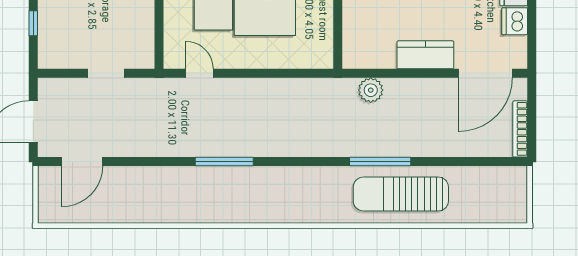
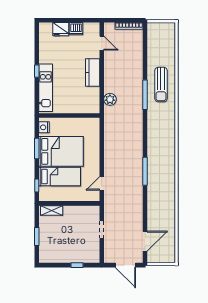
door: (485, 73) -> (102, 43), width x0.53
door: (82, 162) -> (145, 241), hinge flipped
sun lounger: (401, 194) -> (161, 85), width x0.73, depth x0.75

